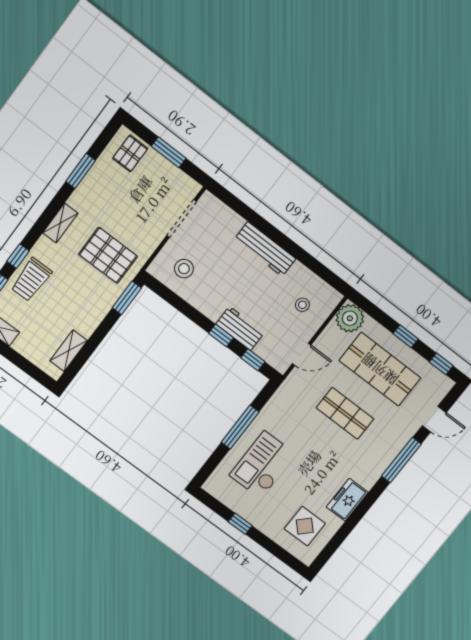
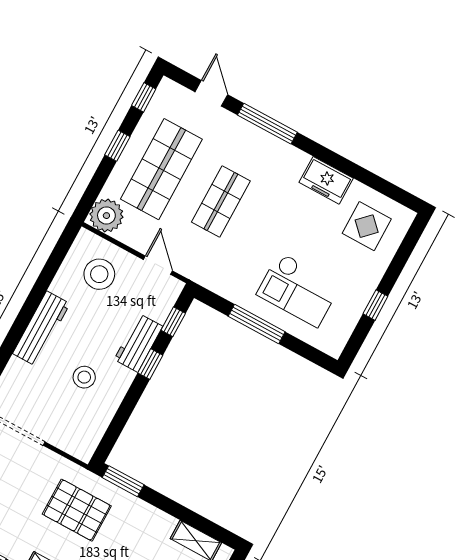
pallet: (108, 255) -> (77, 510), turned 90
stool: (184, 269) -> (84, 377), moved
stool: (302, 305) -> (99, 274), width x1.89, depth x1.89

